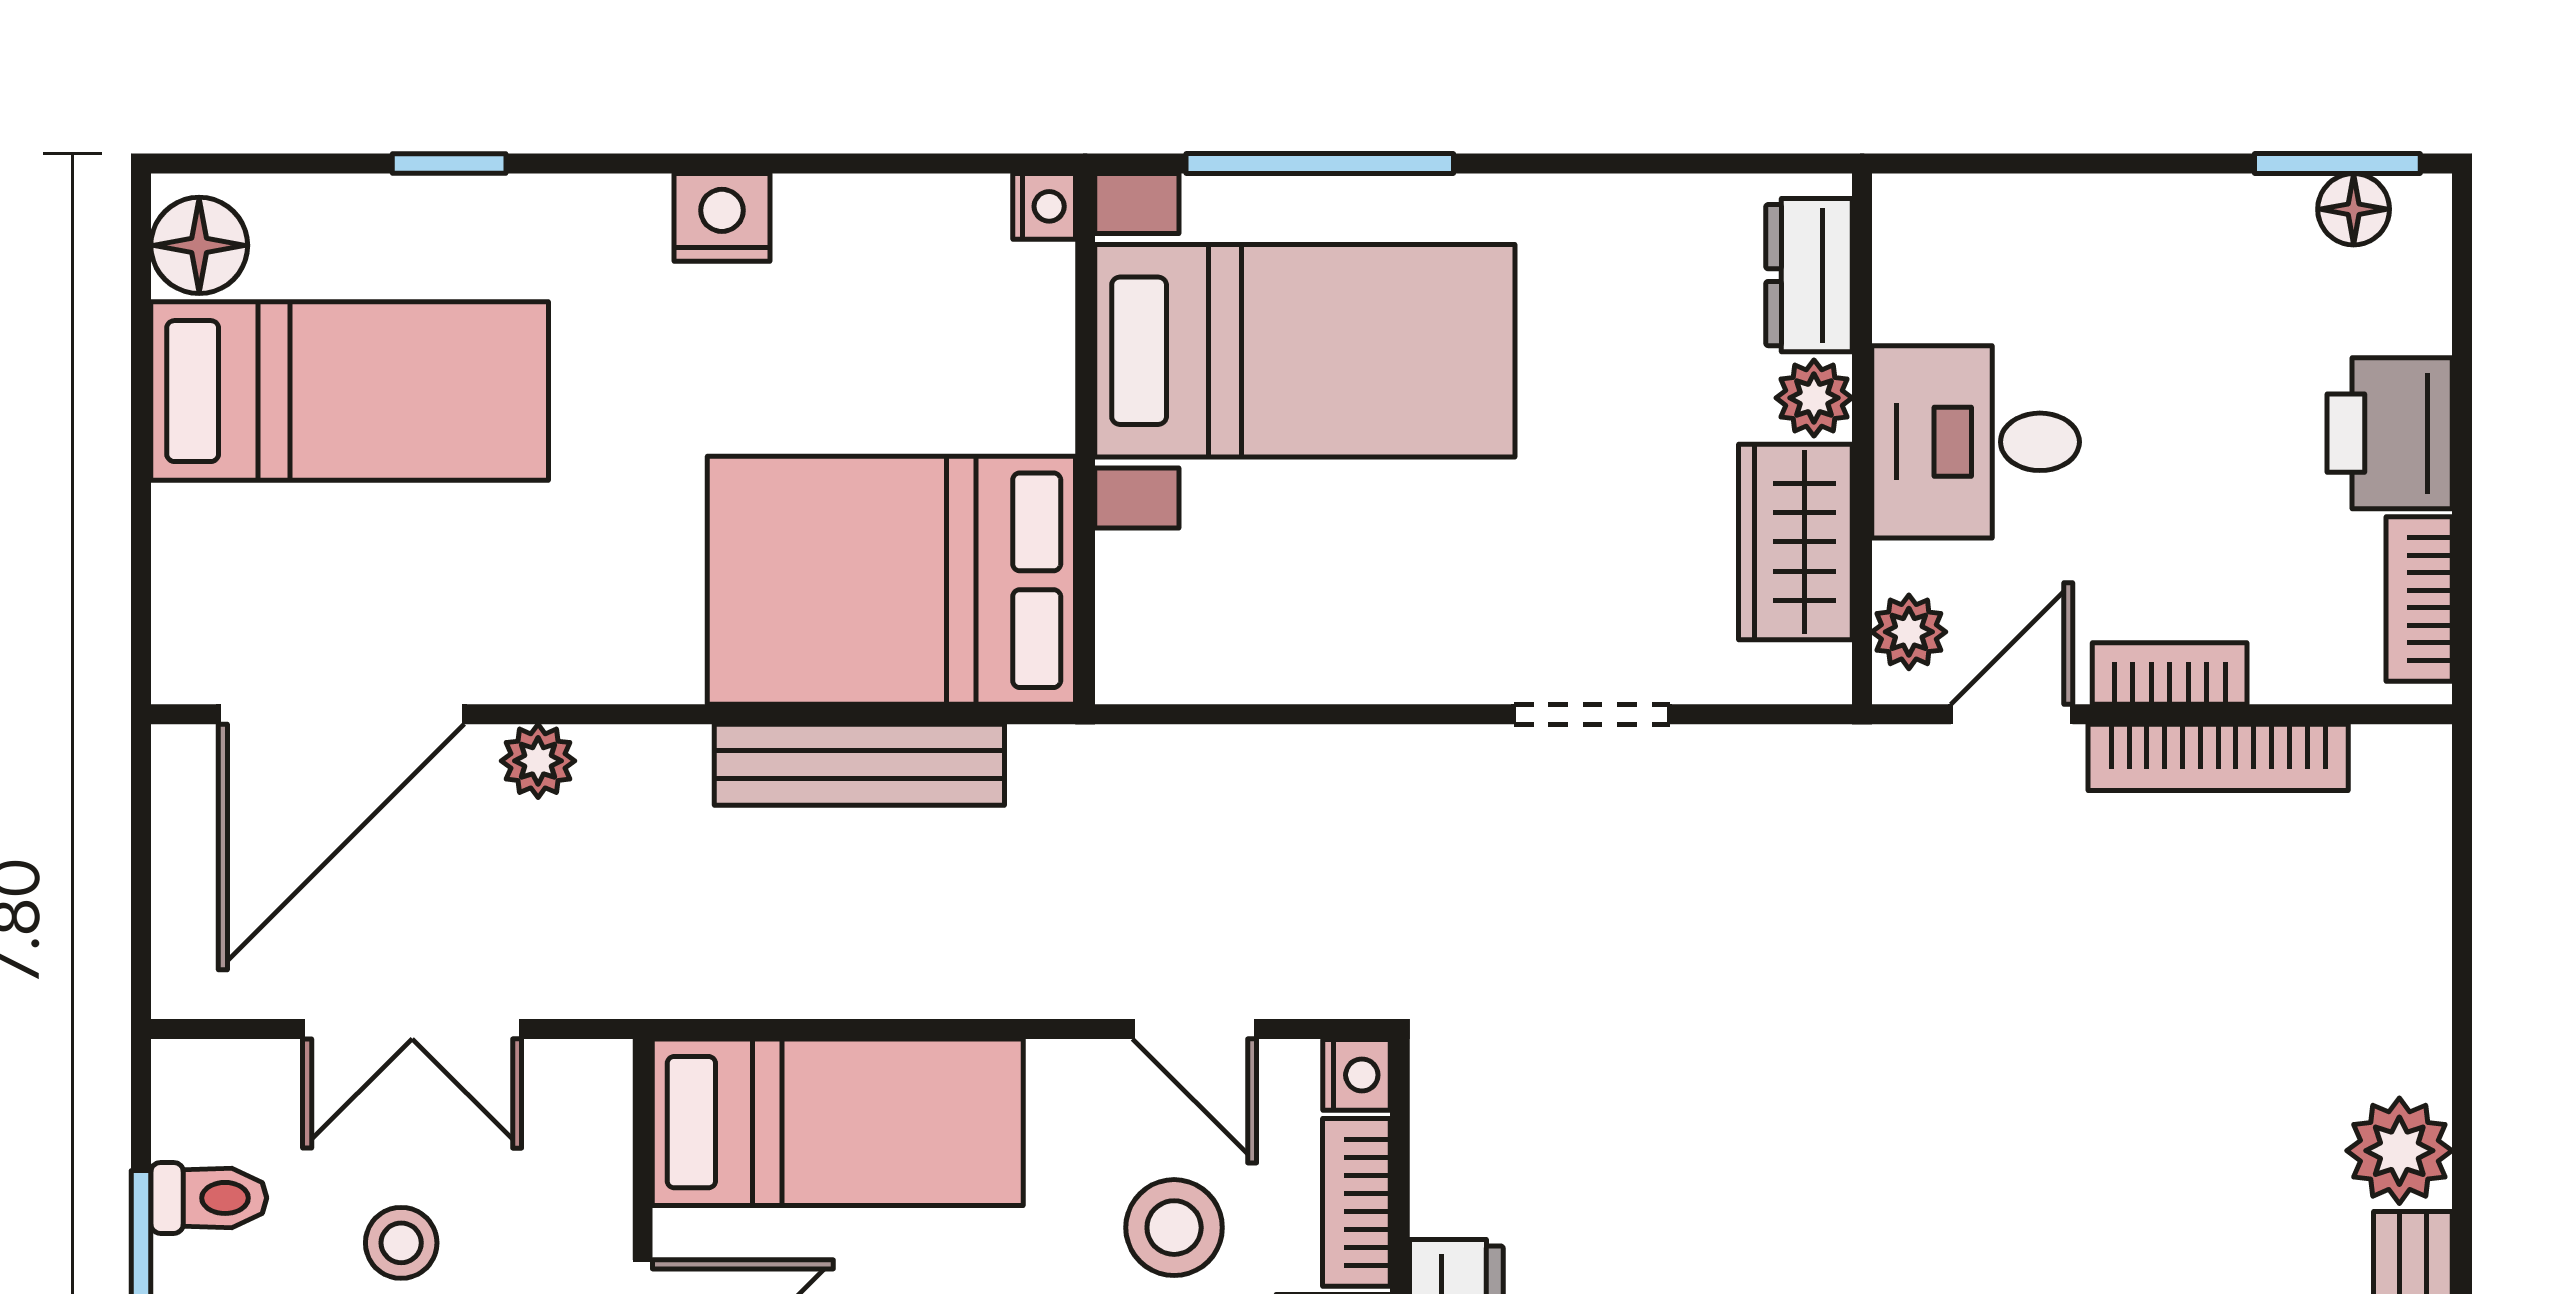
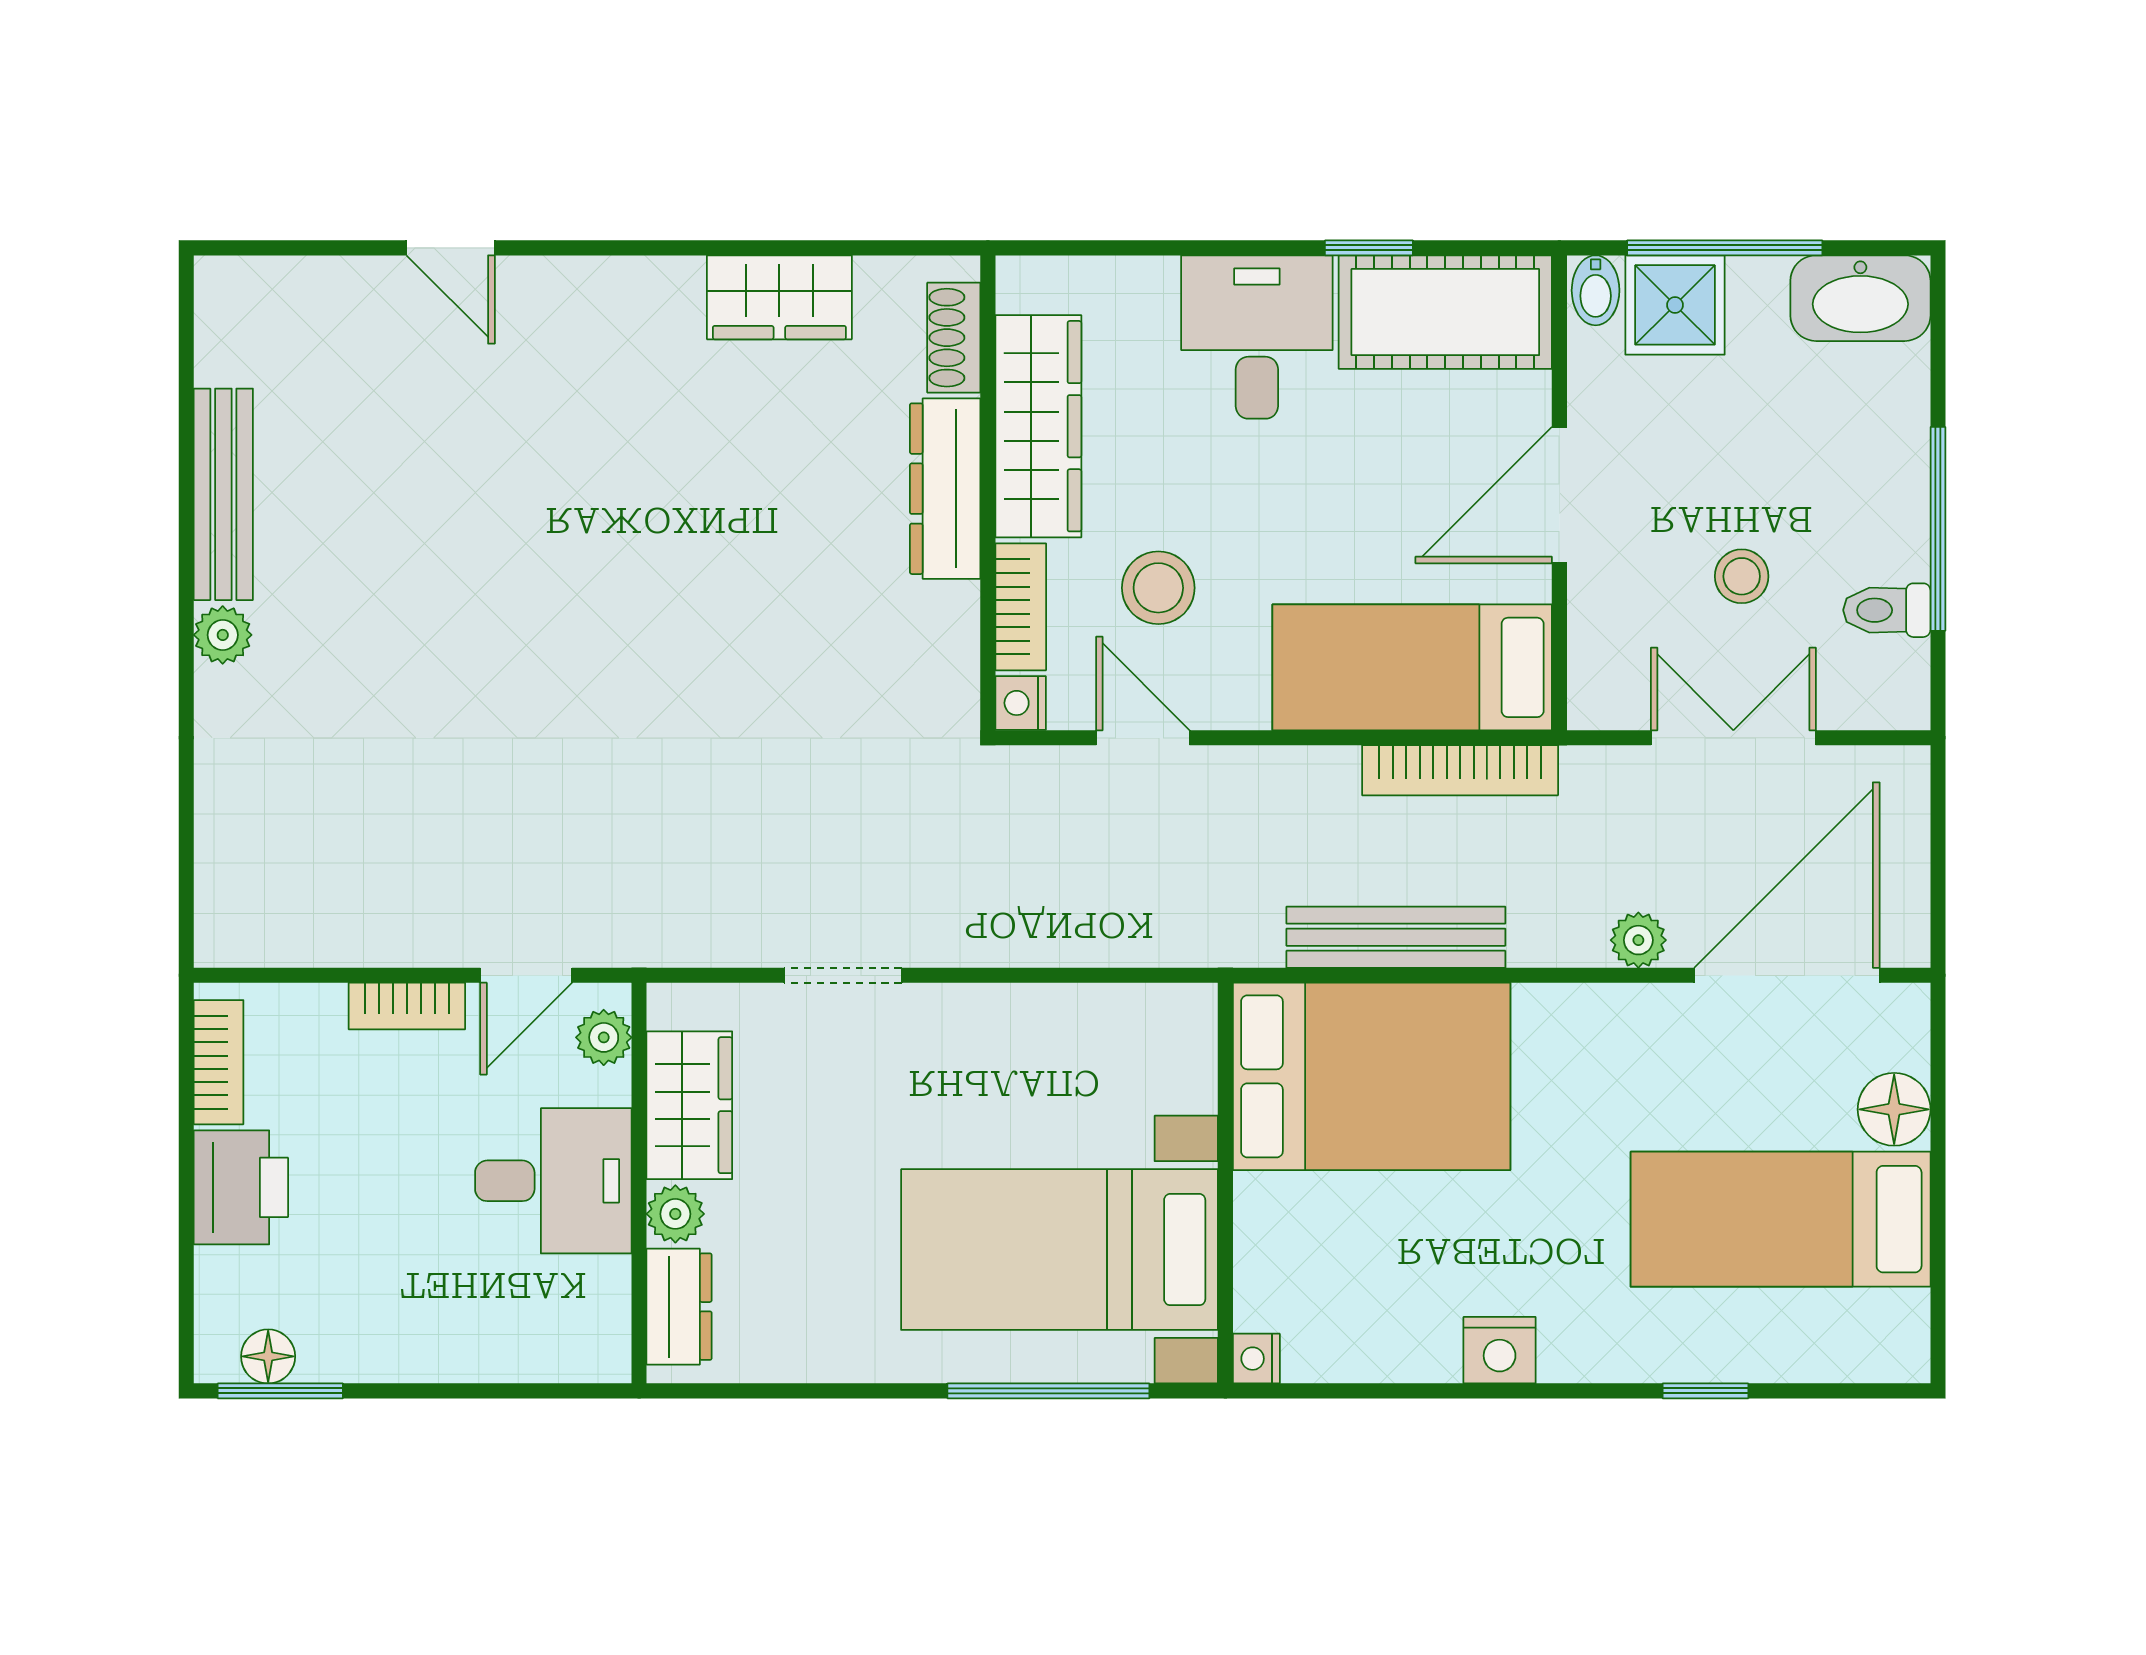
floor lamp: (199, 245) -> (1894, 1109), moved
bookcase: (2218, 757) -> (1460, 770), moved, turned 180
plant: (2399, 1151) -> (223, 635), width x0.73, depth x0.73

